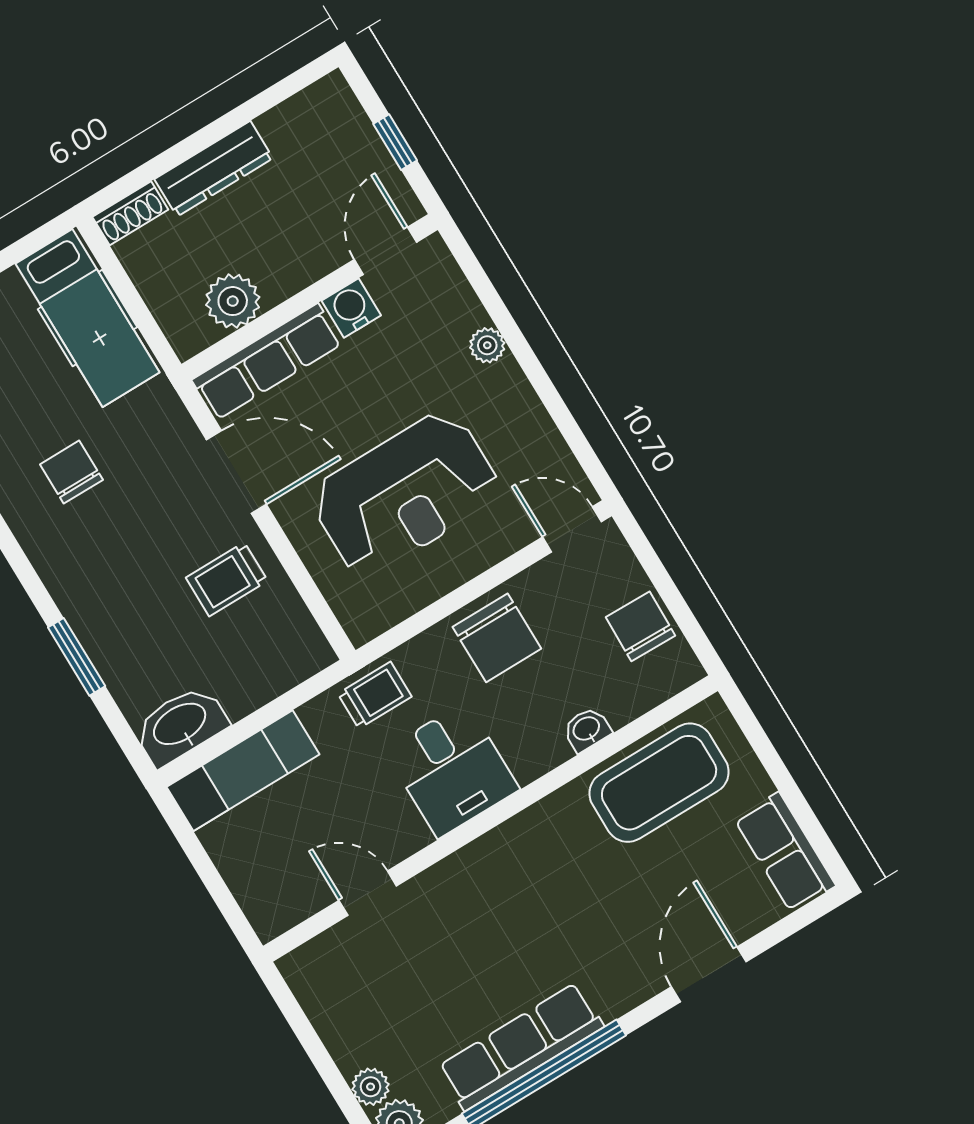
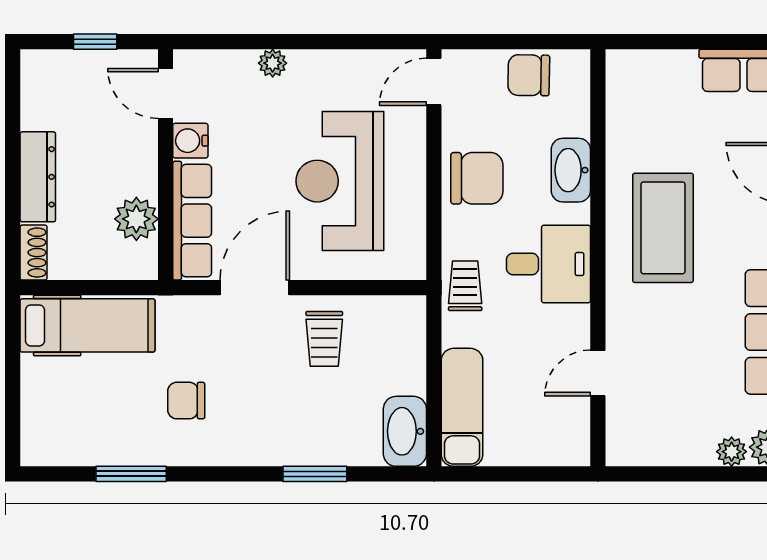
reception desk: (405, 494) -> (340, 181), turned 180
washbasin: (587, 729) -> (571, 170), width x1.91, depth x1.45
coffee table: (659, 783) -> (663, 228), moved

